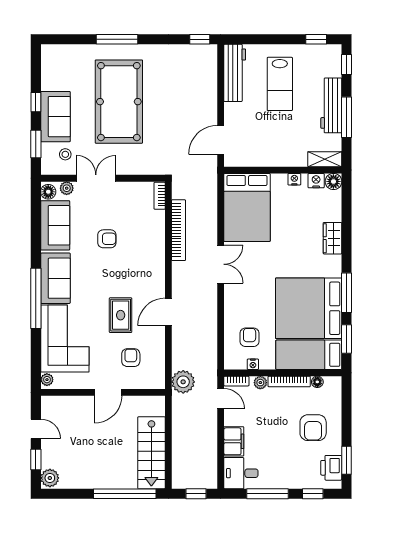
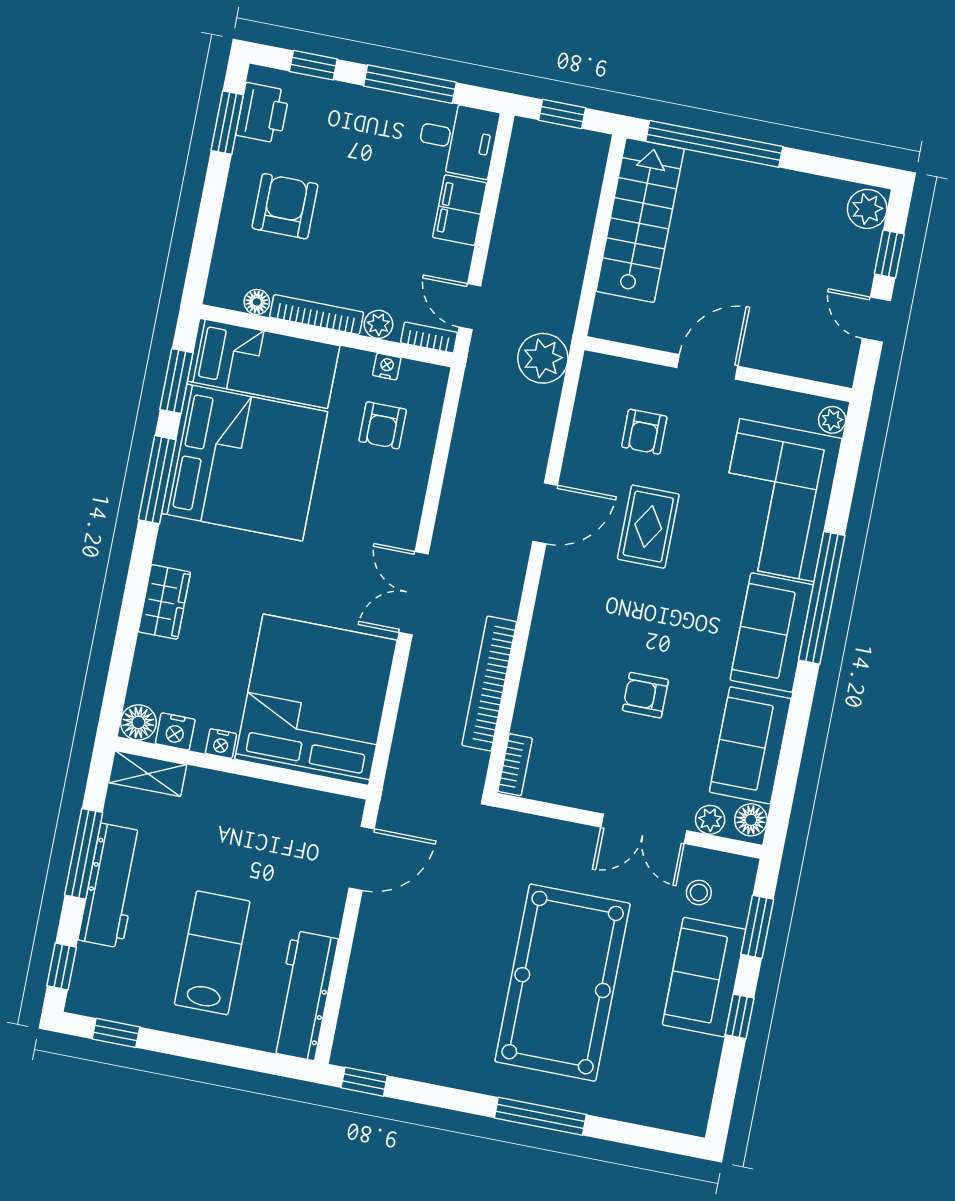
bed: (247, 207) -> (316, 700), width x1.36

